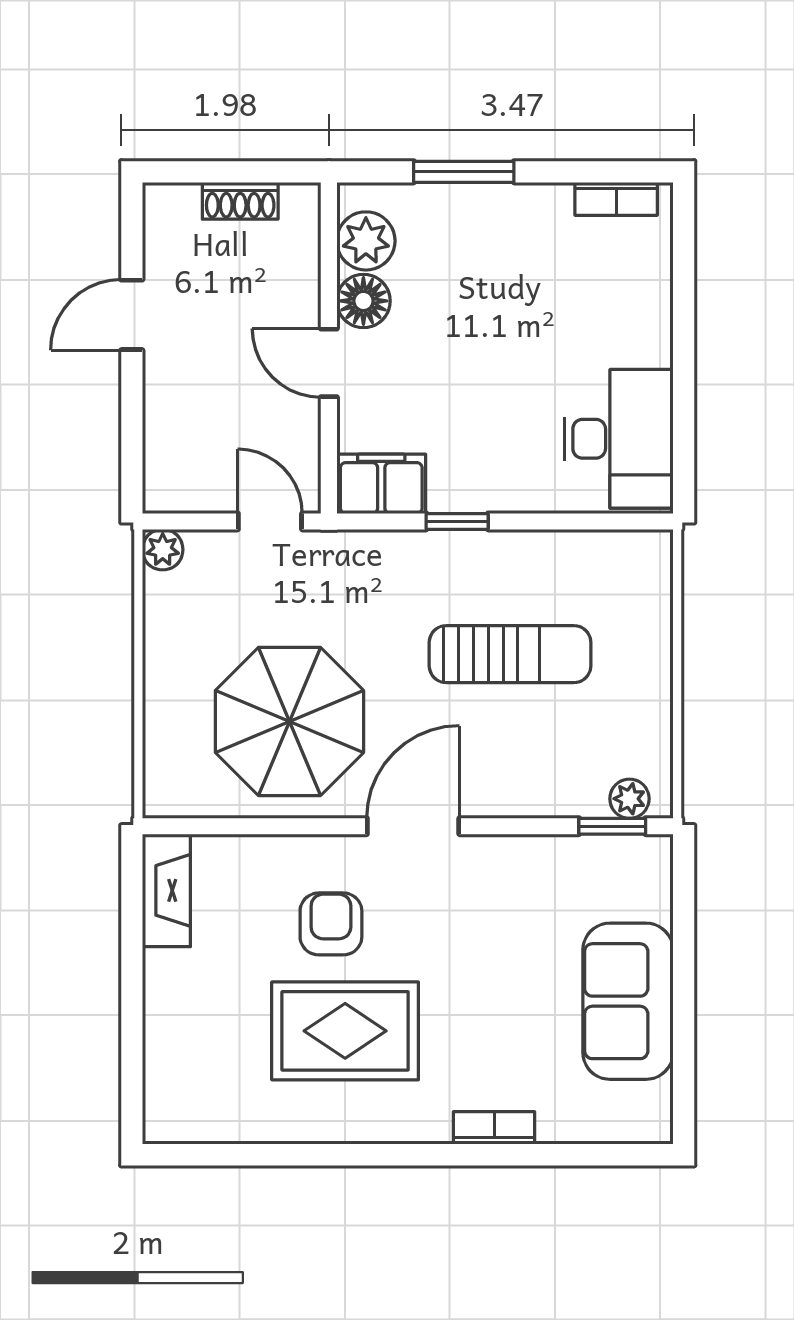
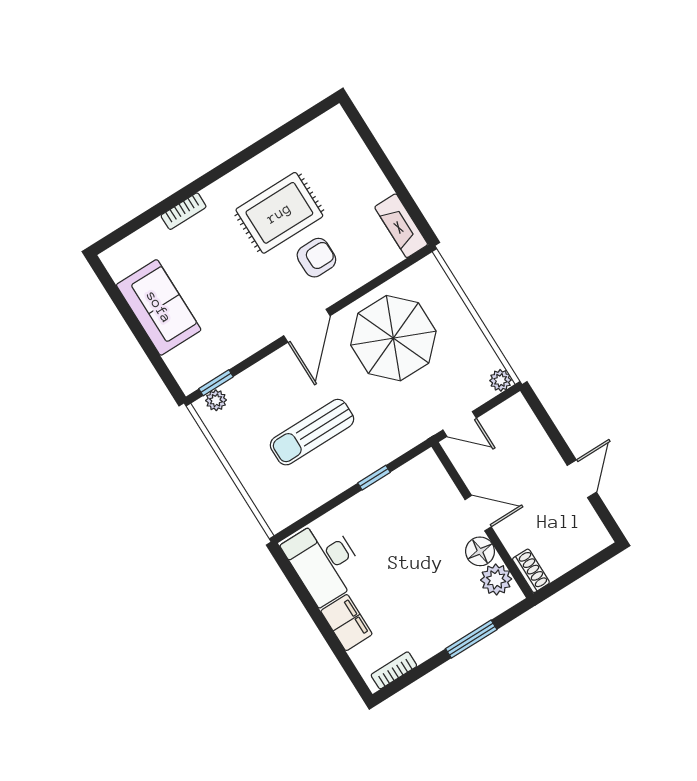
shoe rack: (240, 201) -> (531, 571), moved, turned 90
filing cabinet: (381, 484) -> (346, 623), moved, turned -90
armchair: (331, 924) -> (316, 258), turned -90

